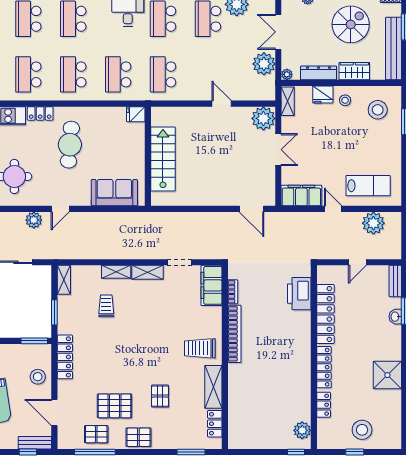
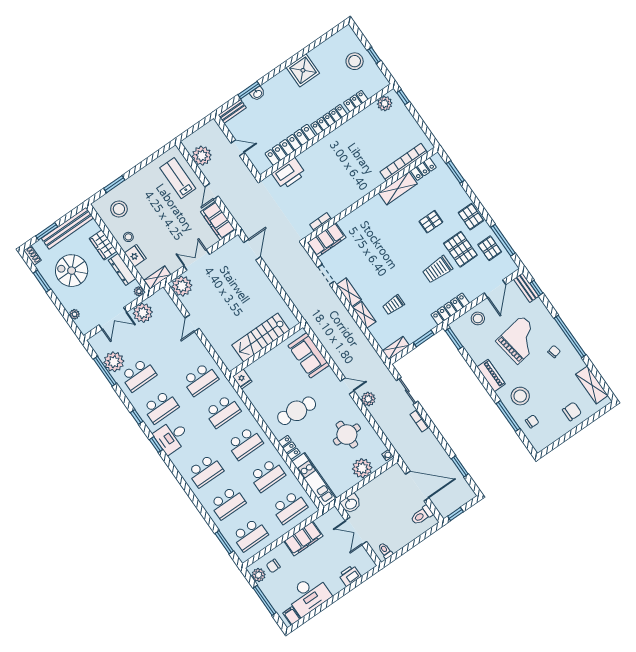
bookcase: (234, 334) -> (404, 162), moved
trolley: (200, 348) -> (437, 269), moved, turned 90

